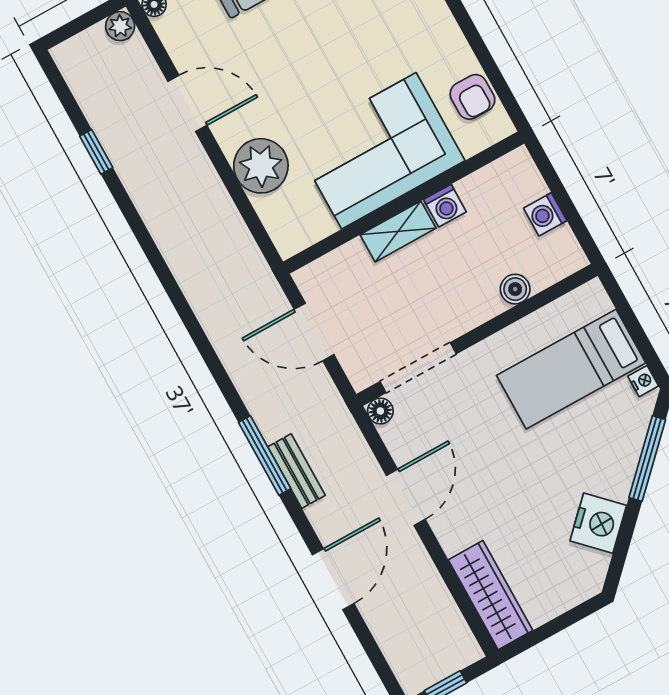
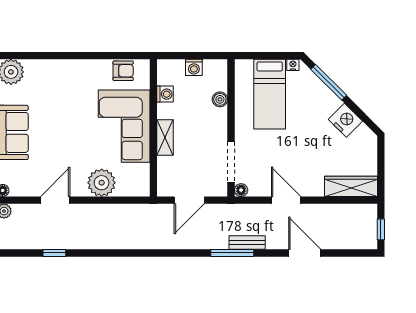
washing machine: (445, 206) -> (165, 94), moved

